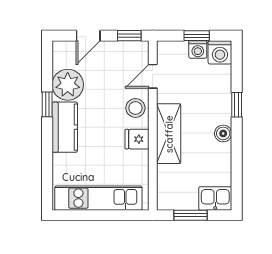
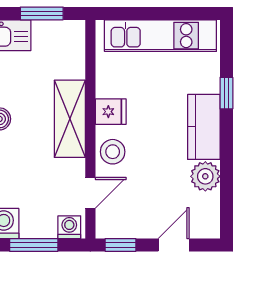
window: (197, 36) -> (34, 245), width x1.50
washing machine: (198, 49) -> (69, 227), moved
plant: (68, 85) -> (205, 176), width x0.73, depth x0.73
window: (47, 104) -> (226, 93), moved

